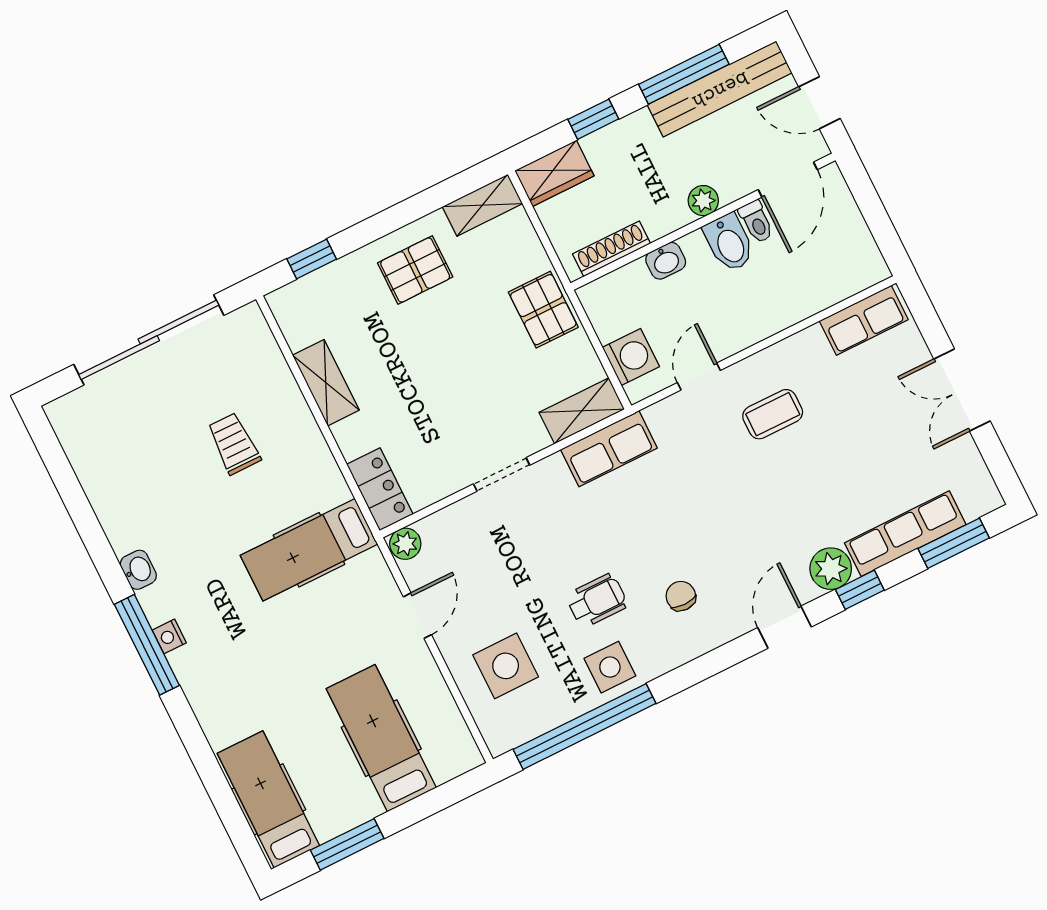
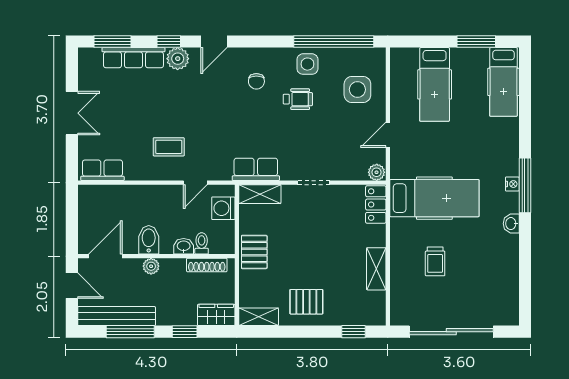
toilet: (756, 222) -> (202, 243), moved
hospital bed: (309, 550) -> (434, 198), width x1.37, depth x1.29
wheelchair: (597, 601) -> (298, 99), turned 180

